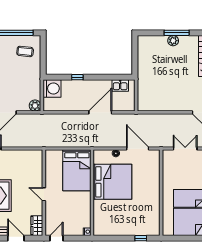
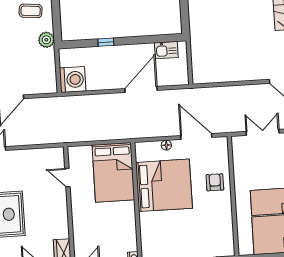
washing machine: (52, 88) -> (73, 80), moved
plant: (35, 106) -> (46, 40), moved
armchair: (149, 182) -> (215, 182), added
door: (44, 194) -> (67, 178), moved

